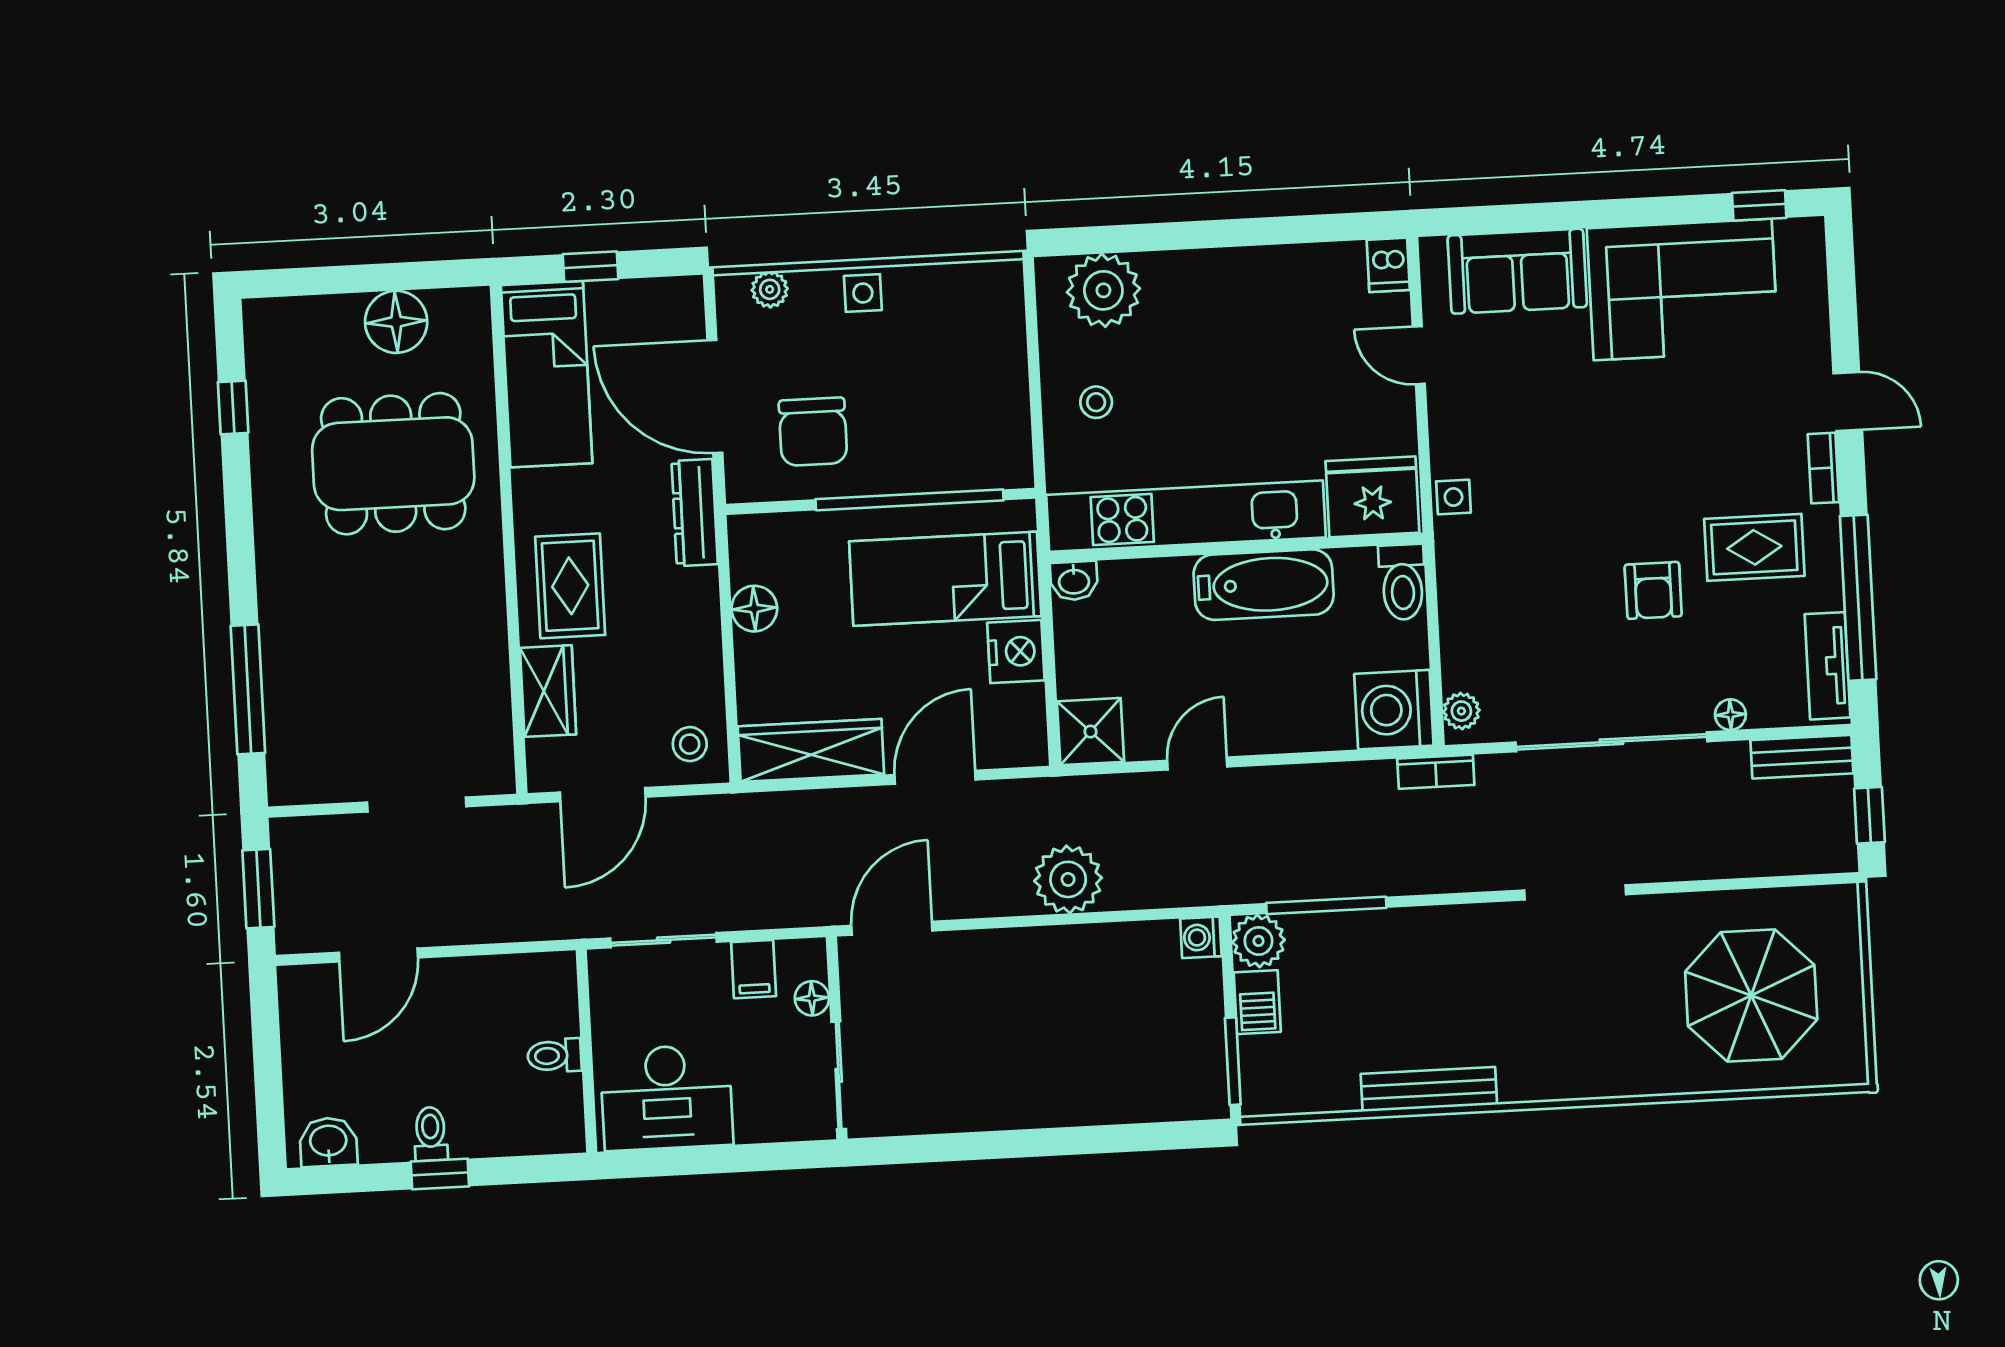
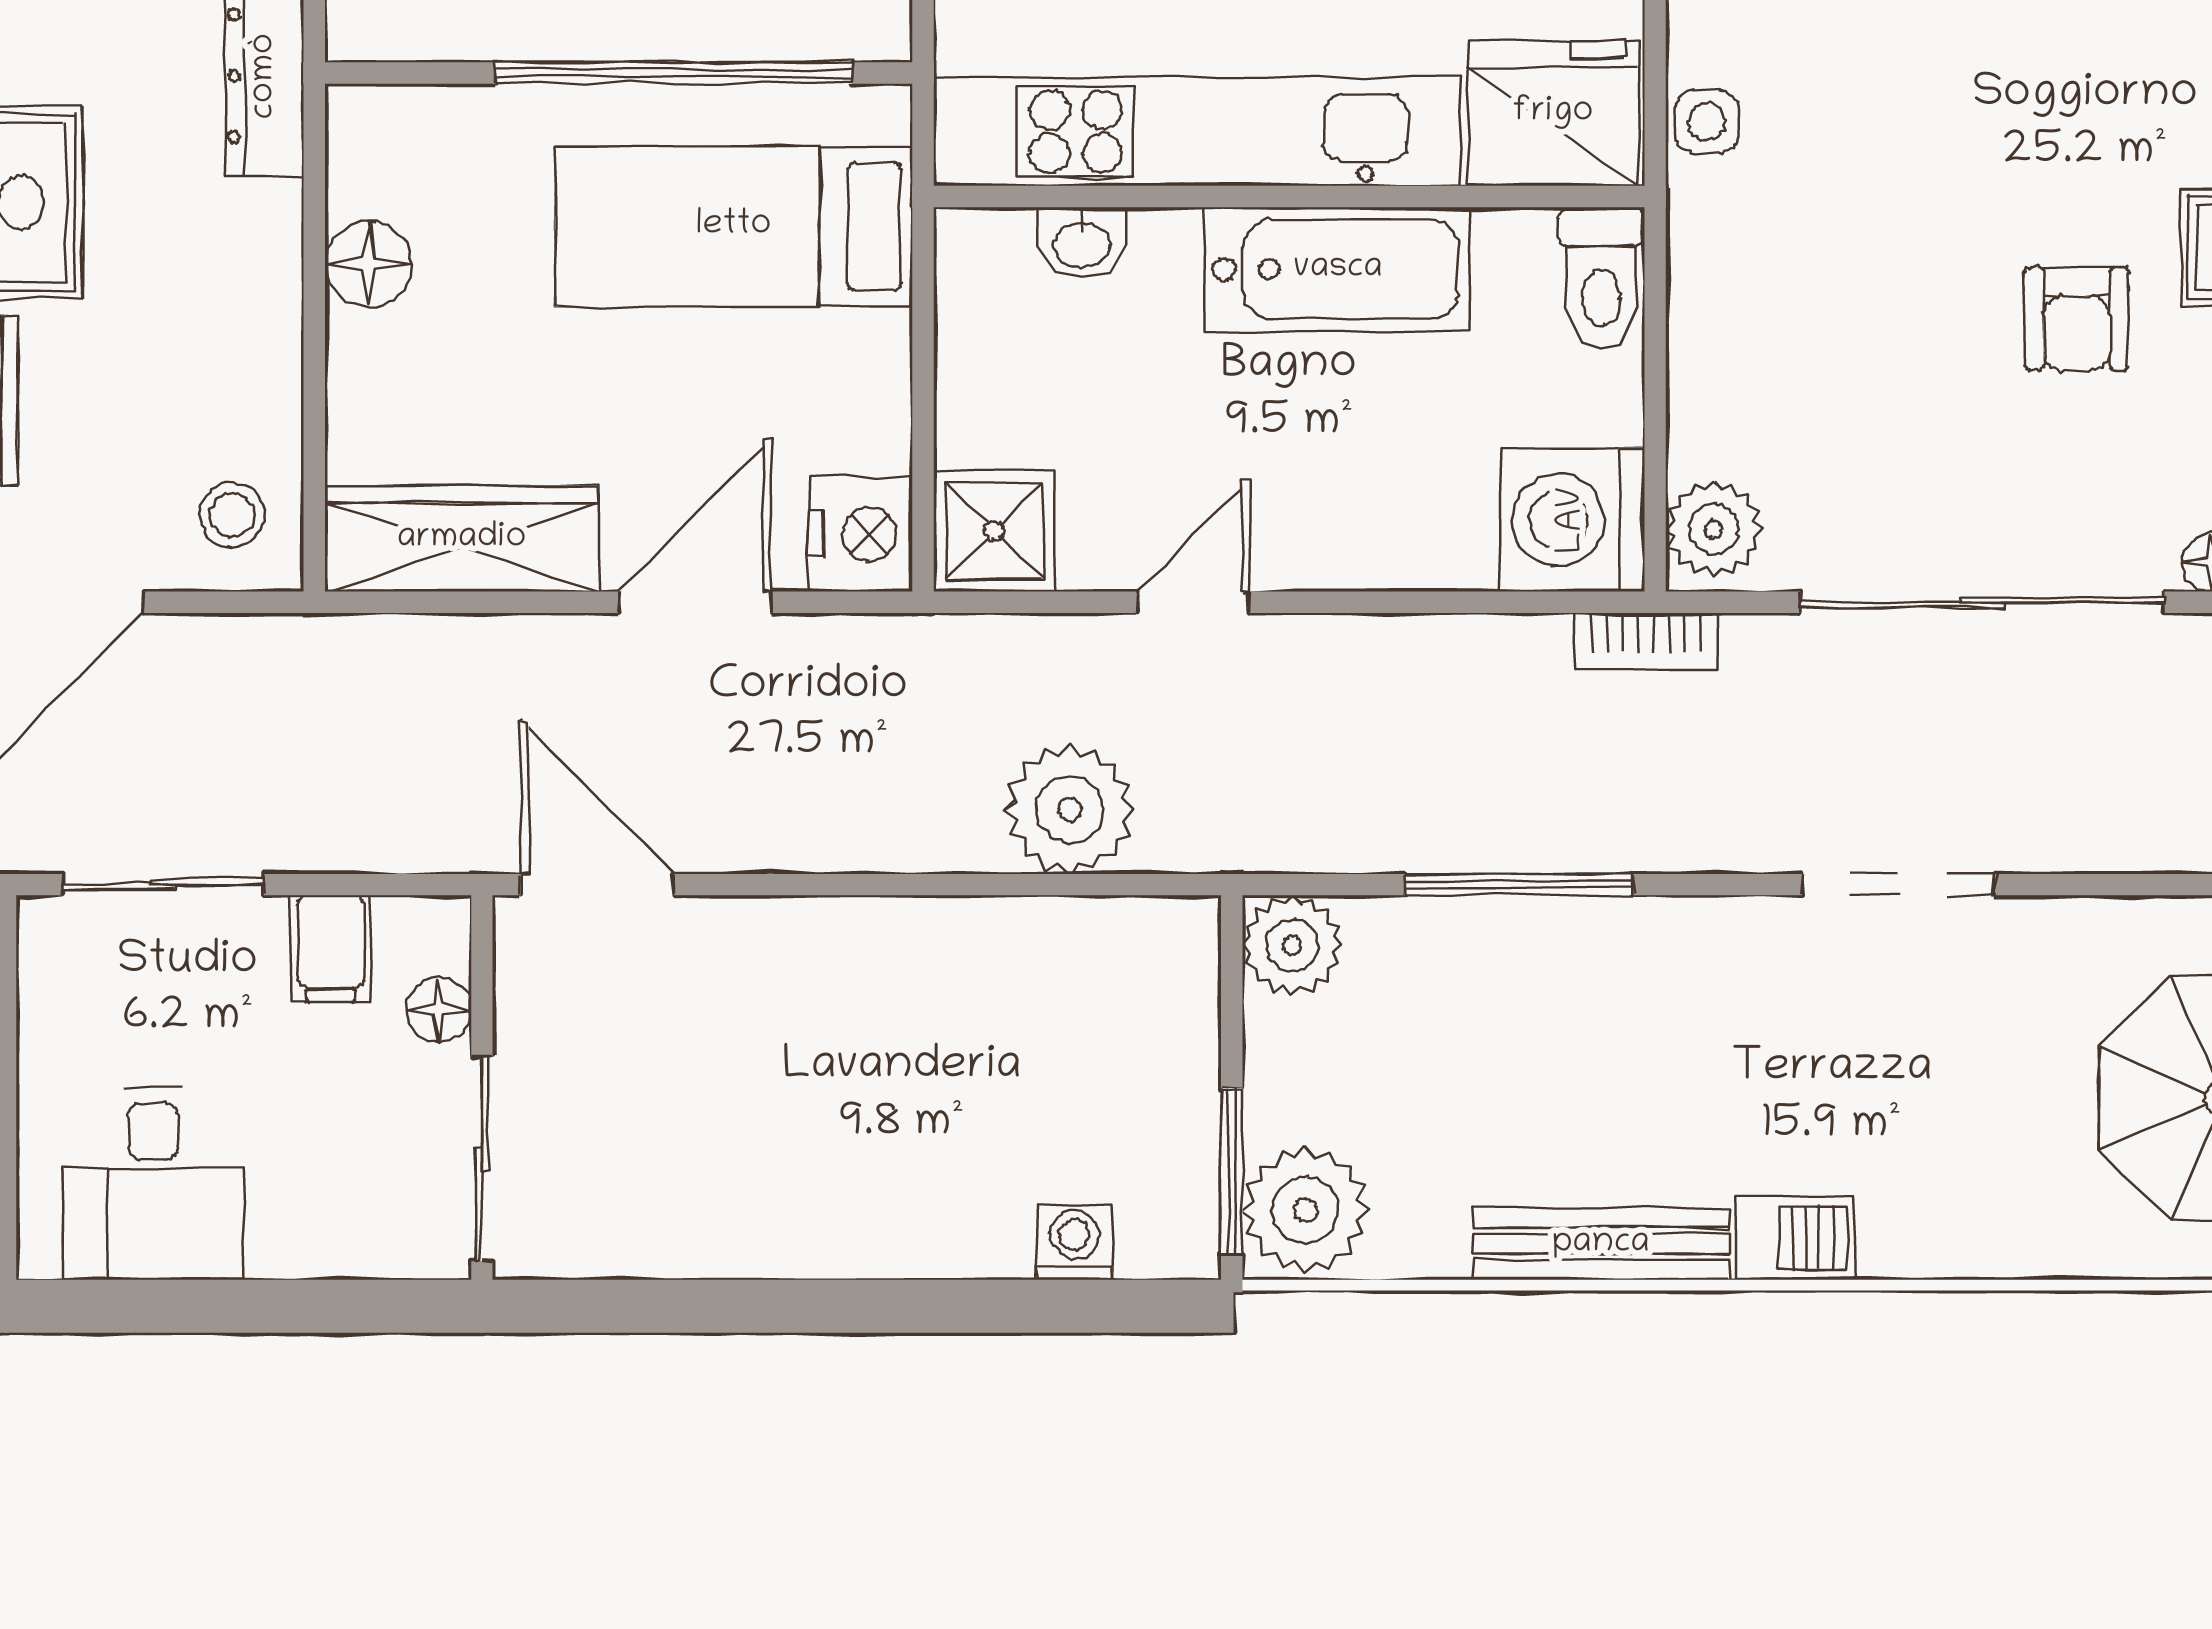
washbasin: (1074, 581) -> (1082, 243), moved
nightstand: (1016, 652) -> (861, 534), moved
plant: (1461, 711) -> (1714, 529), width x1.38, depth x1.38
plant: (1068, 879) -> (1070, 810), moved
window: (1326, 905) -> (1519, 885), moved
door: (892, 928) -> (598, 885), hinge flipped
washing machine: (1201, 937) -> (1074, 1242), moved, turned 90
barbecue: (1257, 1002) -> (1795, 1238), moved, turned -90
plant: (1273, 1080) -> (1306, 1210), added
desk: (667, 1097) -> (153, 1183), width x0.73

